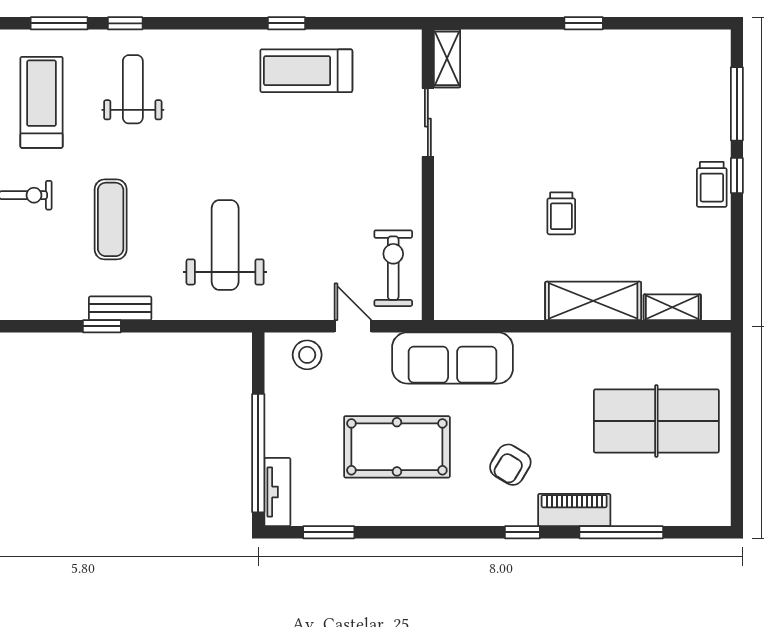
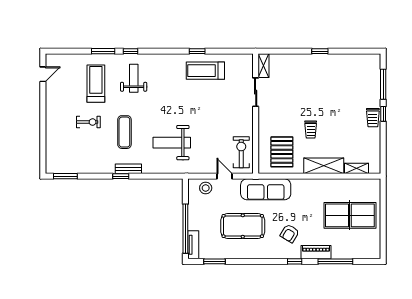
weight bench: (225, 245) -> (172, 143), turned -90
pallet: (492, 267) -> (282, 152), added

